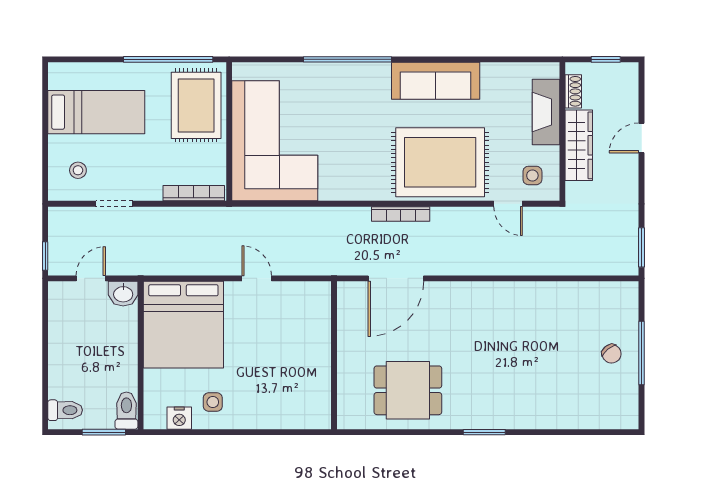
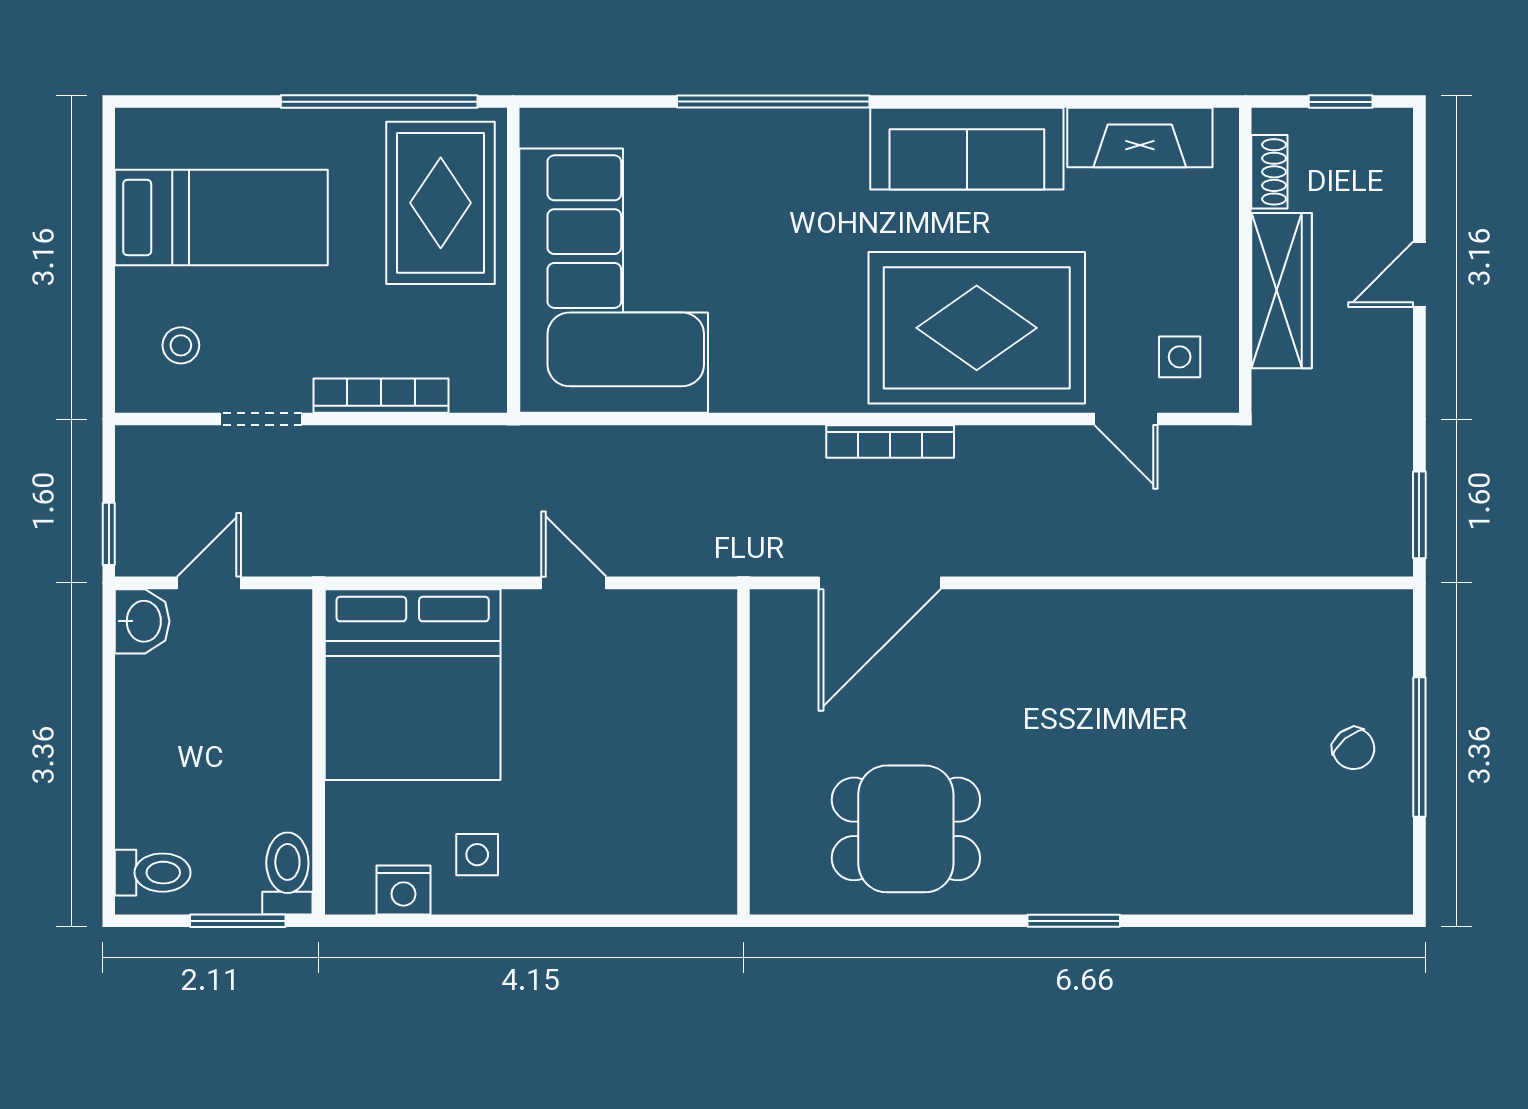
fireplace: (546, 112) -> (1140, 138), moved, turned -90
bookcase: (194, 193) -> (381, 396), moved
washbasin: (123, 294) -> (142, 621), moved, turned -90

